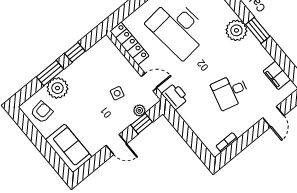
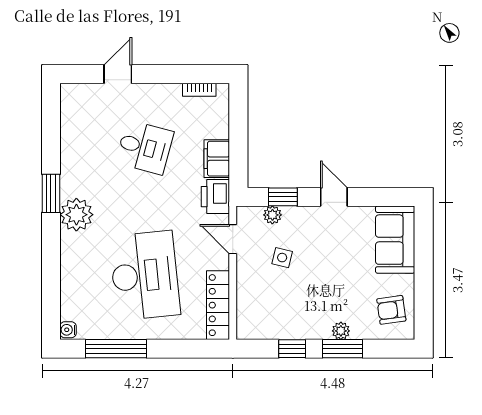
filing cabinet: (277, 75) -> (217, 159), moved, turned 180
plant: (57, 88) -> (341, 331), width x0.53, depth x0.53

